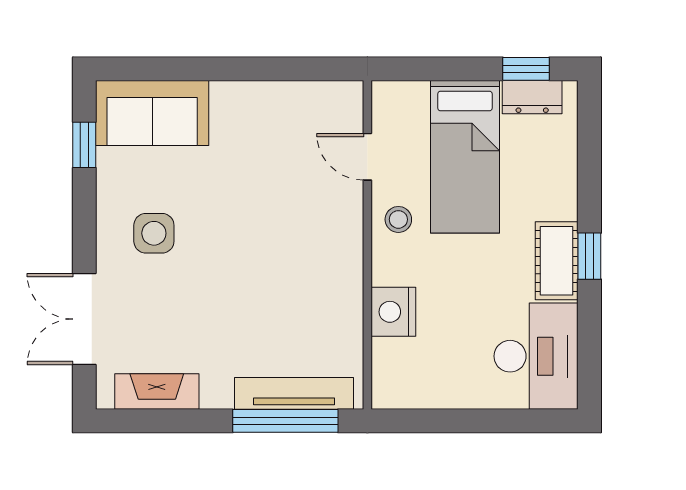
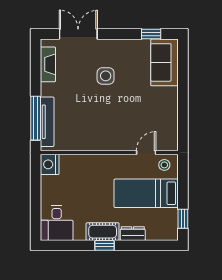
dresser: (532, 97) -> (133, 234), moved, turned 90
stool: (398, 219) -> (164, 165), moved
side table: (154, 233) -> (106, 76), moved
nightstand: (393, 312) -> (50, 164), moved, turned -90
desk: (536, 356) -> (57, 223), width x0.73

